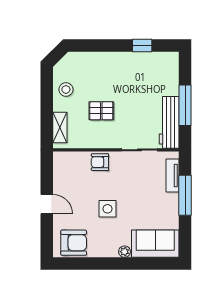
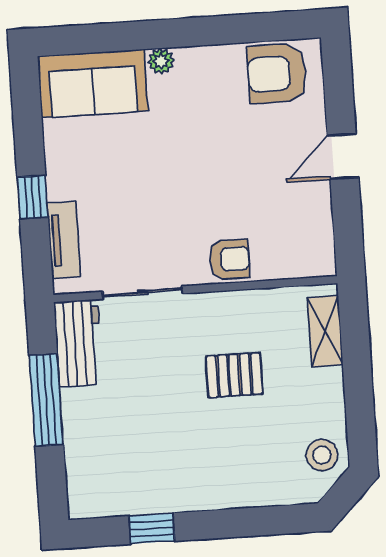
stool: (66, 89) -> (322, 455), moved
workbench: (169, 122) -> (78, 343), width x0.73
window: (185, 195) -> (33, 197), width x0.46
door: (47, 204) -> (343, 156), hinge flipped
side table: (107, 209) -> (206, 155), removed

